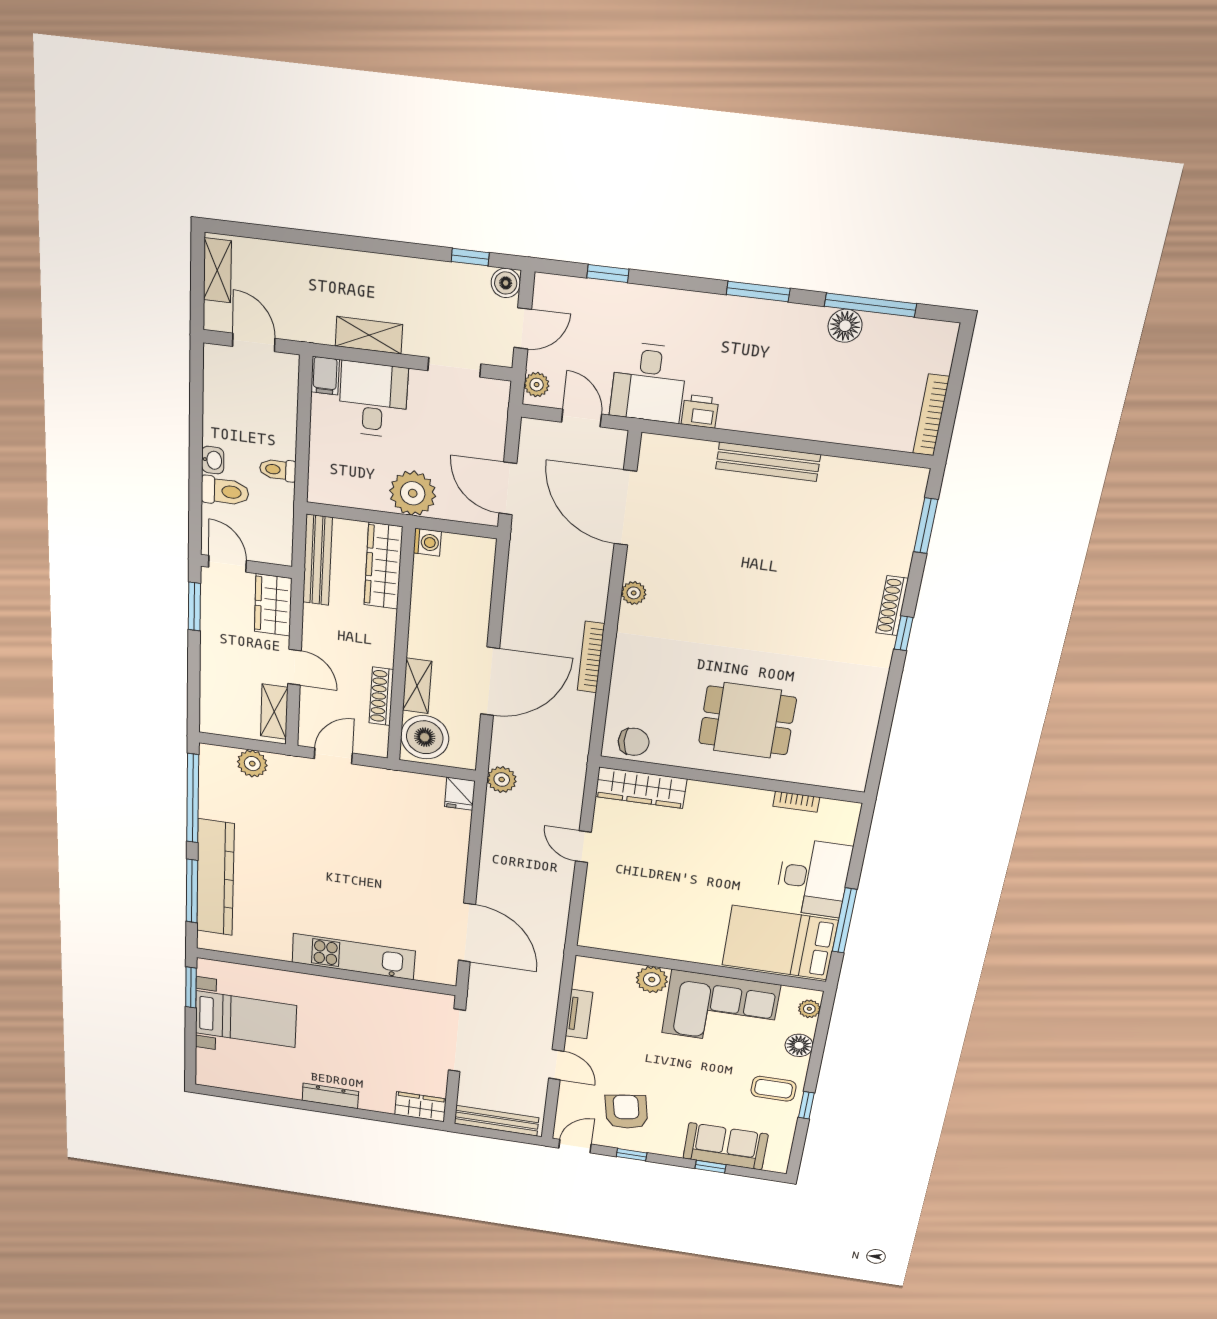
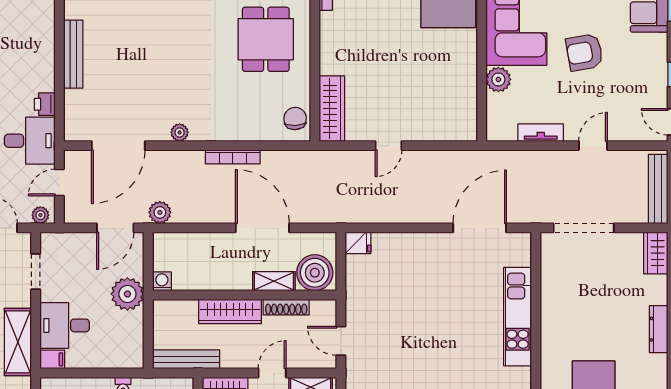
shelving: (369, 335) -> (18, 342), width x1.50, depth x1.33
wardrobe: (383, 566) -> (230, 312), moved
plant: (502, 780) -> (160, 212), moved
armchair: (626, 1112) -> (584, 52), moved

